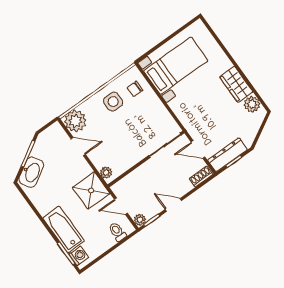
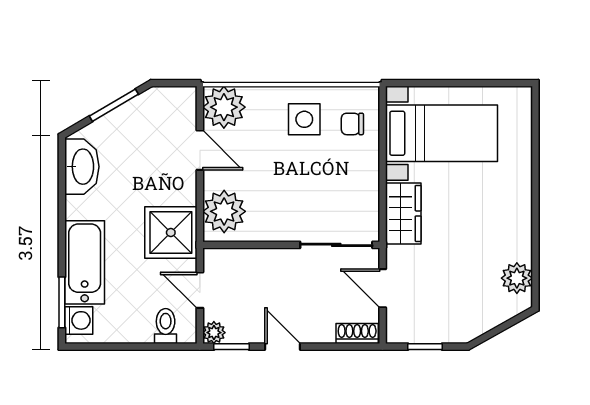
wardrobe: (236, 84) -> (403, 213), moved, turned 180
dresser: (227, 155) -> (422, 329), removed
washbasin: (31, 172) -> (82, 167), moved, turned -59
plant: (106, 173) -> (224, 211), width x1.88, depth x1.88

